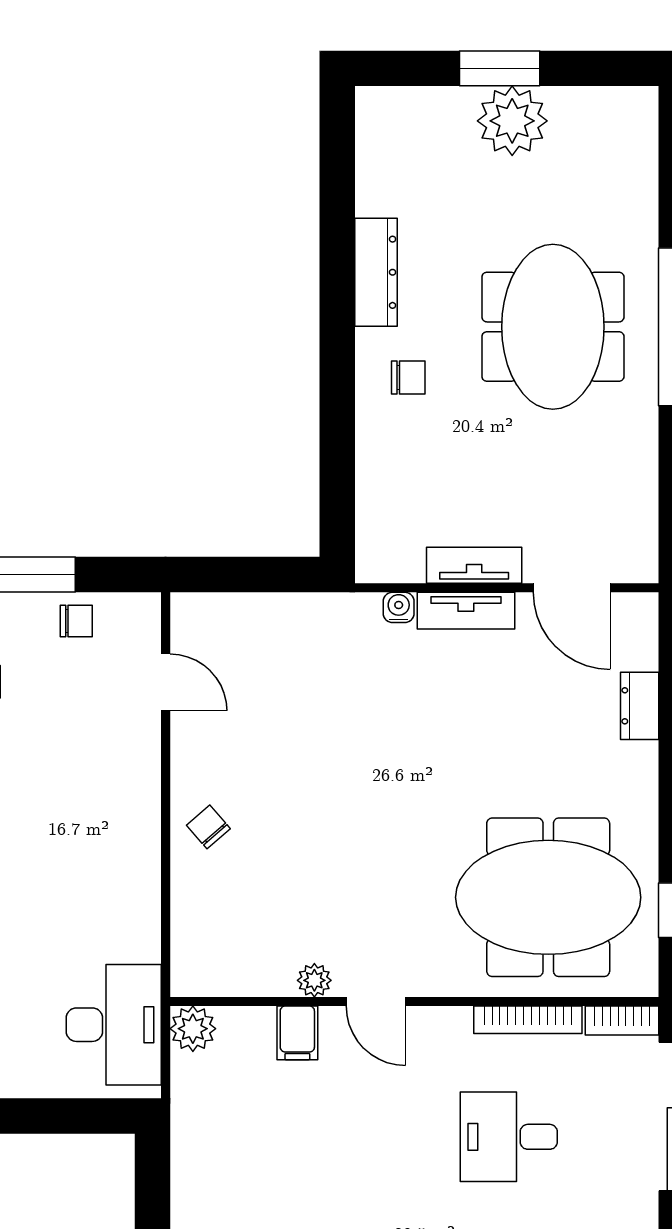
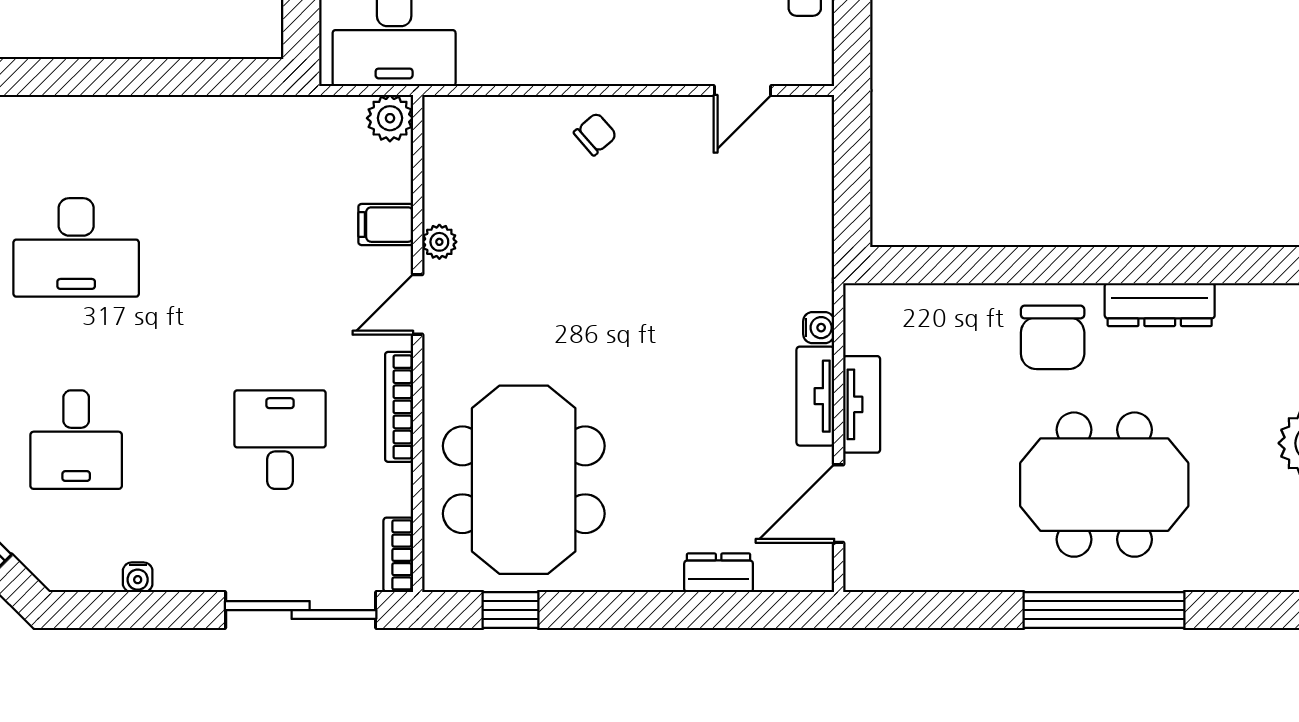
chair: (408, 378) -> (1053, 337), width x1.87, depth x1.87
bookcase: (528, 1020) -> (399, 407), moved

